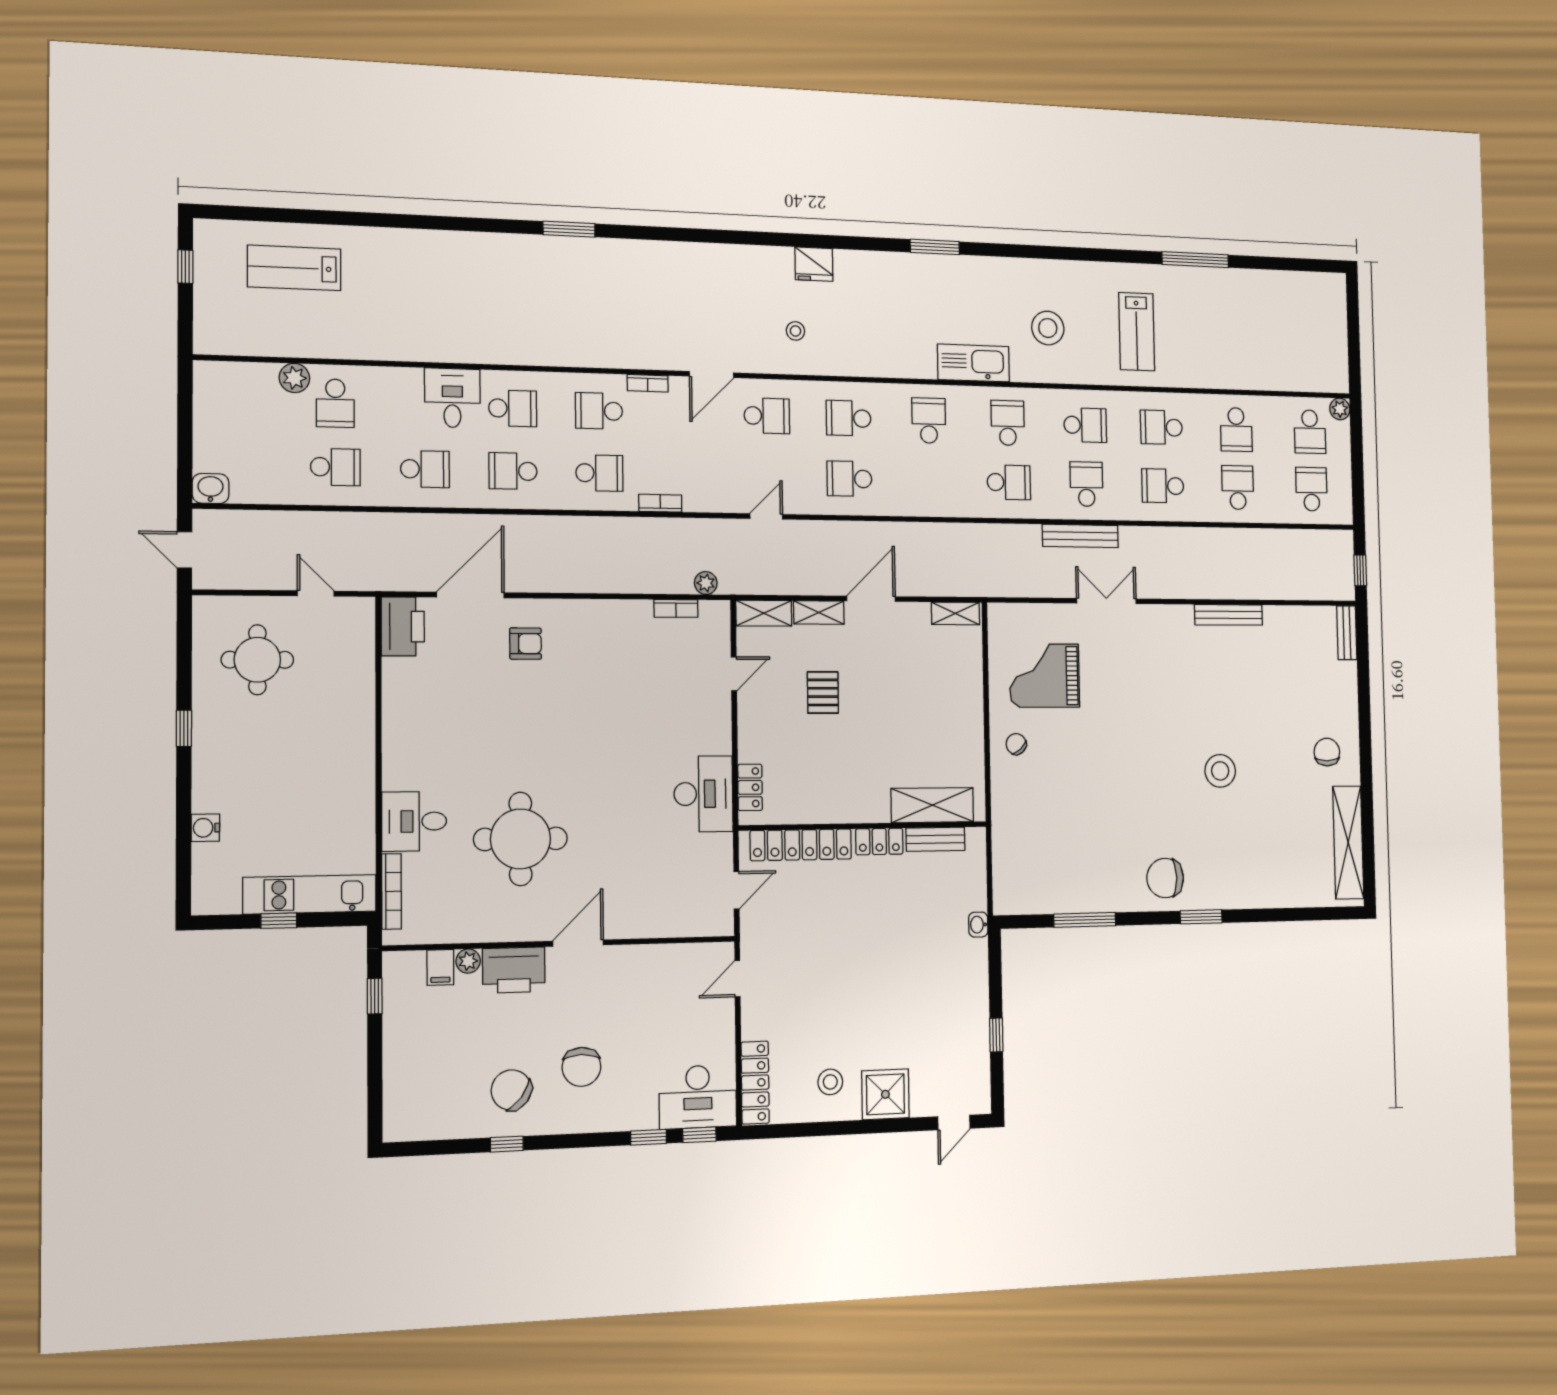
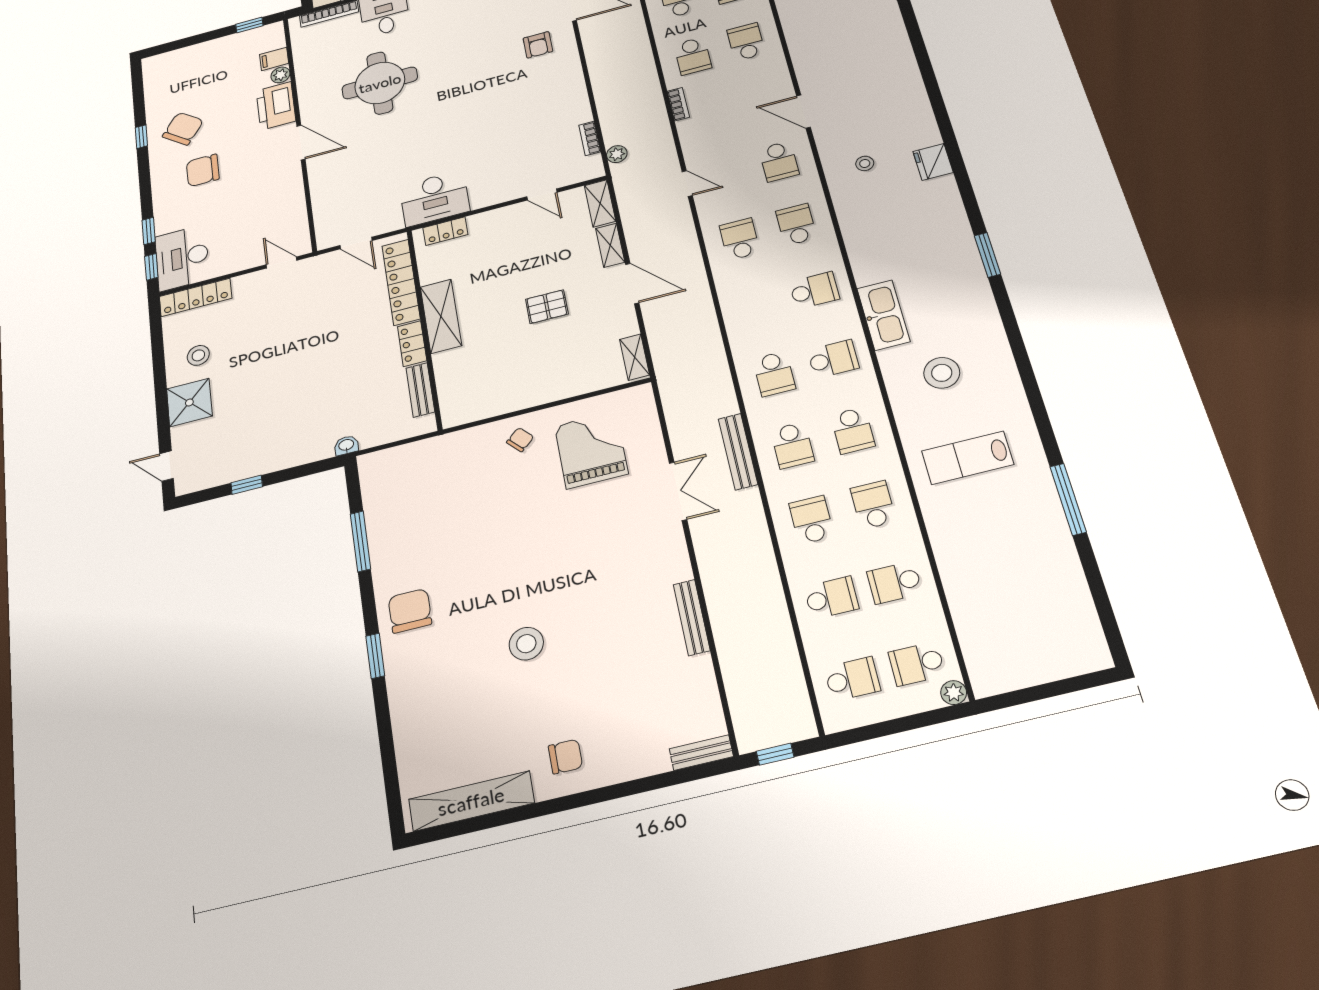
bookcase: (648, 383) -> (781, 69), removed
school desk: (1086, 484) -> (792, 445), turned 90
pallet: (823, 692) -> (547, 307), moved
shelving: (932, 805) -> (441, 316), moved

